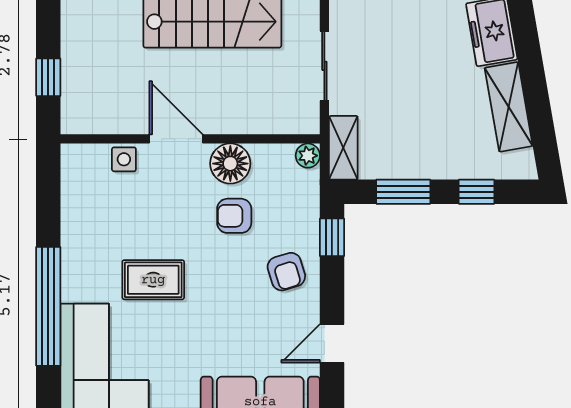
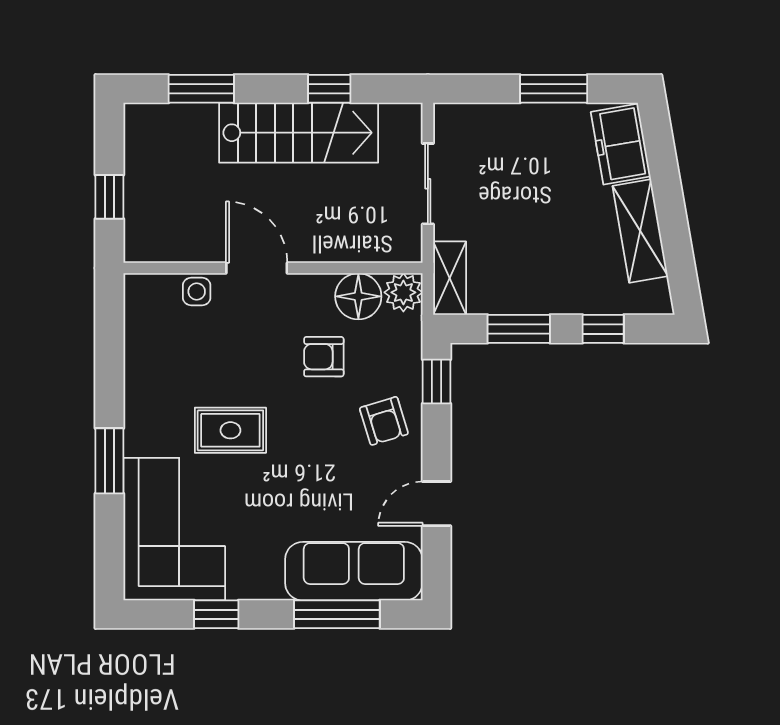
plant: (308, 156) -> (403, 292), width x1.38, depth x1.38
floor lamp: (230, 164) -> (358, 296), moved
window: (48, 306) -> (109, 461), width x0.47

